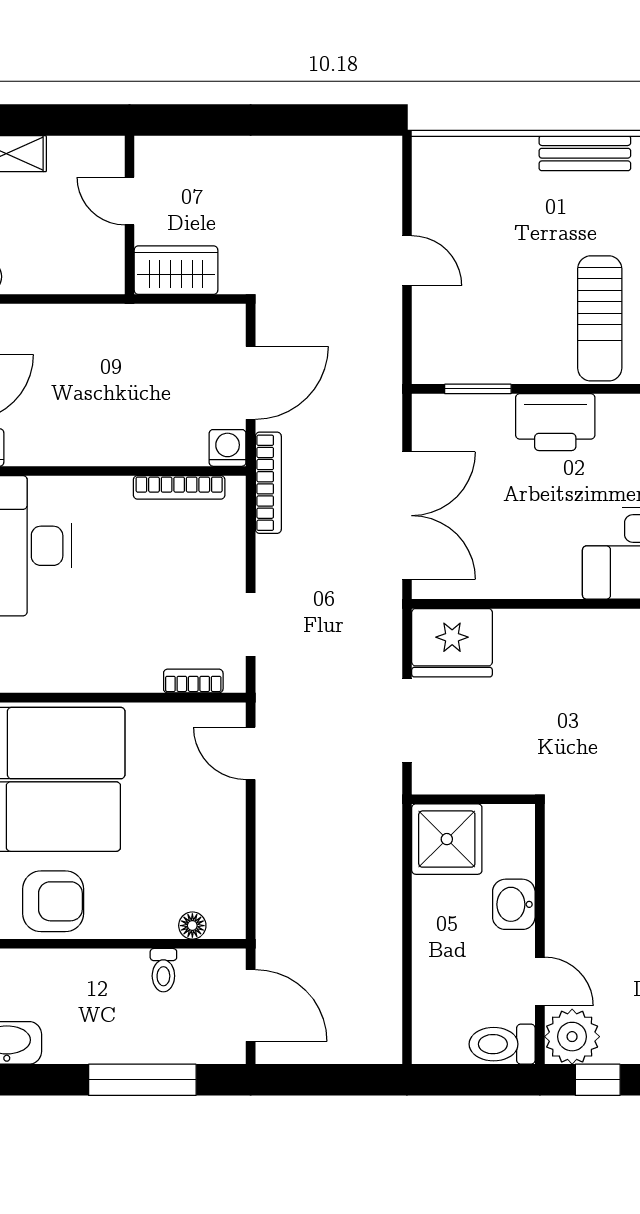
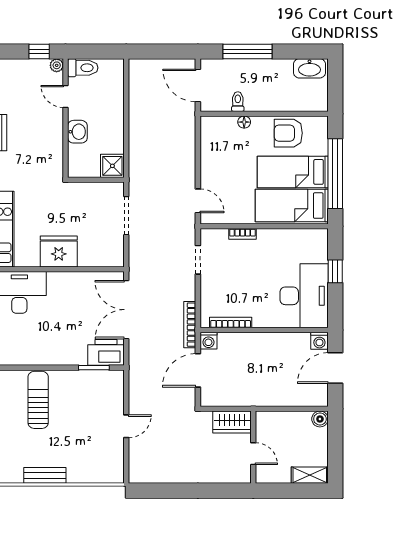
door: (407, 261) -> (126, 426), swing flipped
printer: (555, 422) -> (106, 352), moved
fridge: (452, 643) -> (59, 251), moved
bookcase: (193, 681) -> (242, 234), moved
shower: (447, 839) -> (112, 166), width x0.73, depth x0.73
floor lamp: (192, 926) -> (244, 122), moved
plant: (572, 1037) -> (57, 65), width x0.53, depth x0.53

